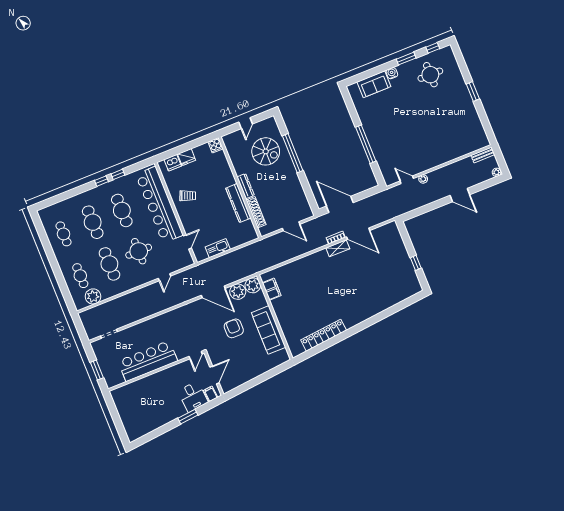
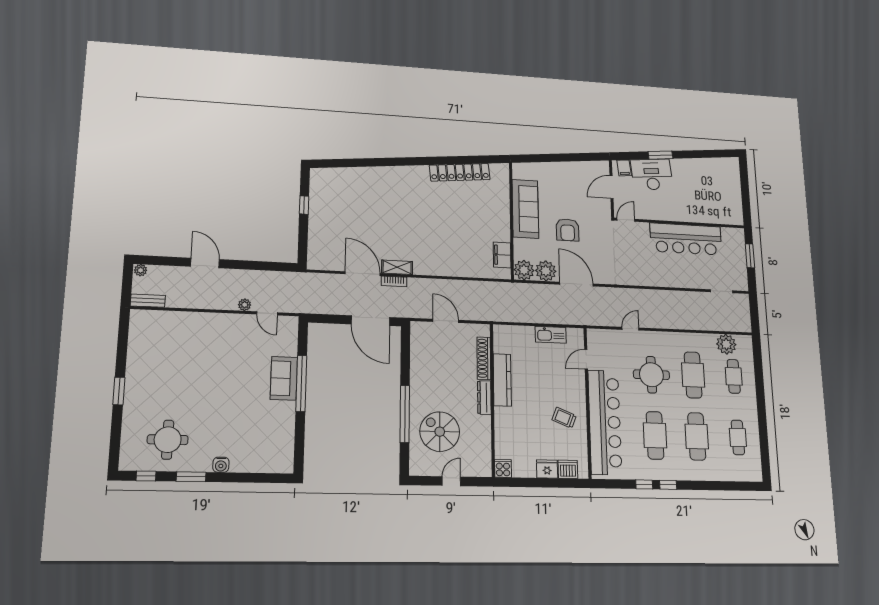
sofa: (374, 84) -> (284, 378), moved, turned -90
desk: (193, 397) -> (652, 174), width x1.37

